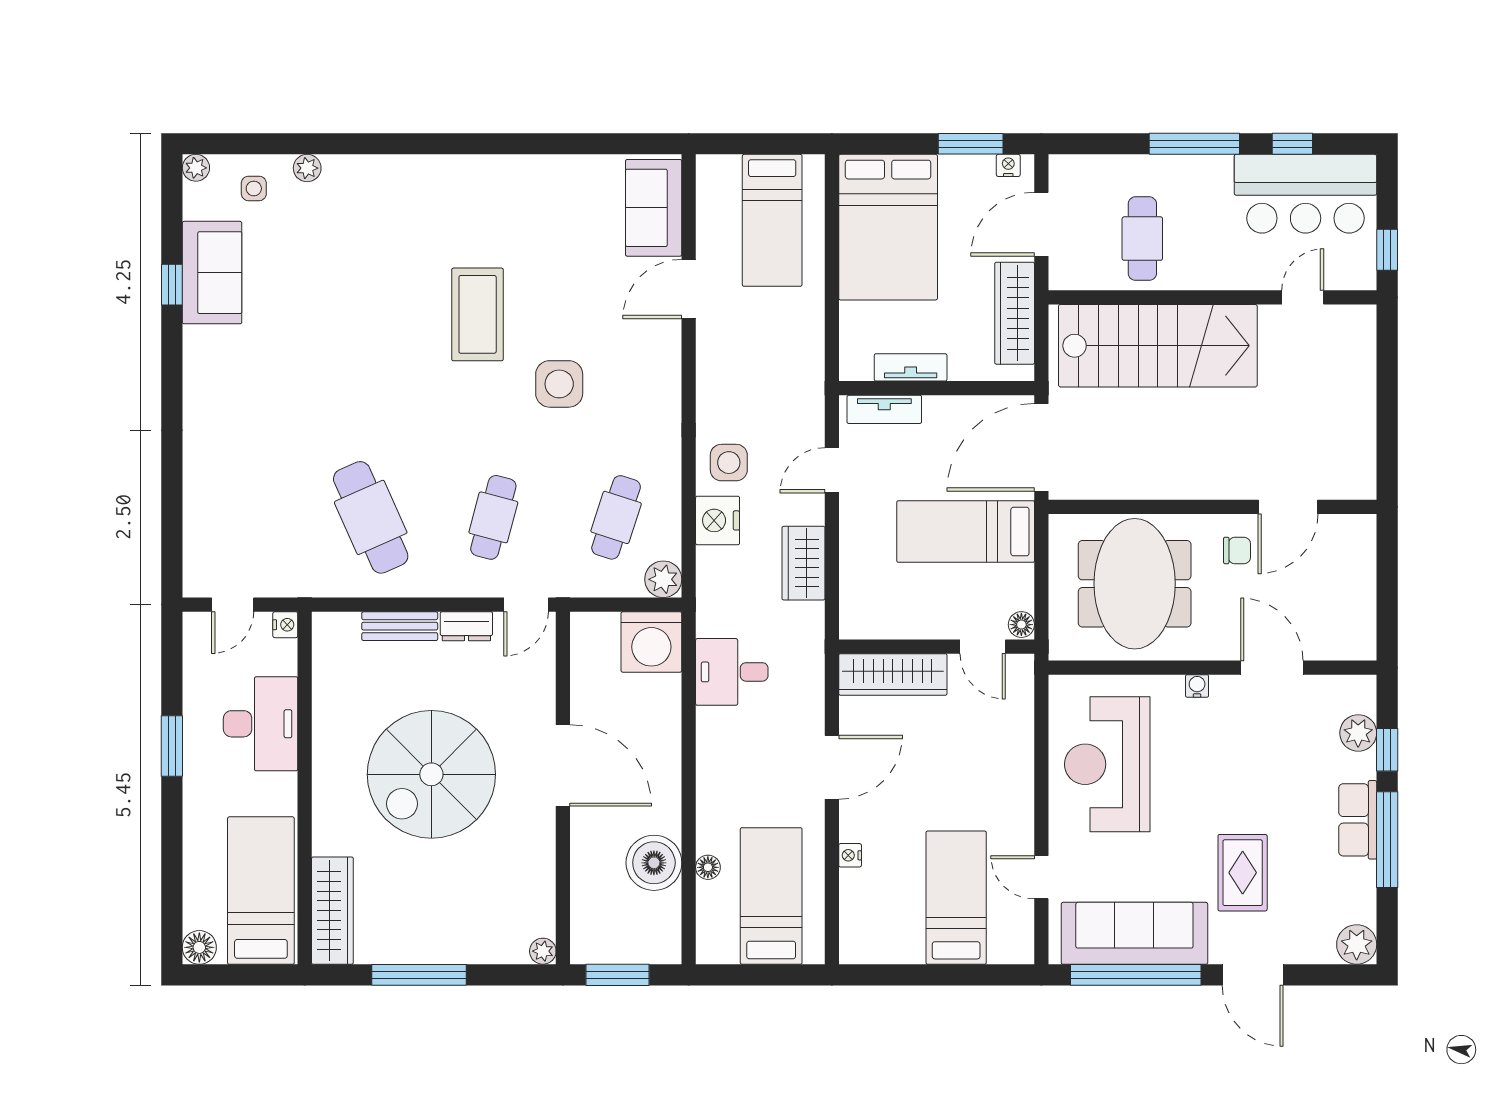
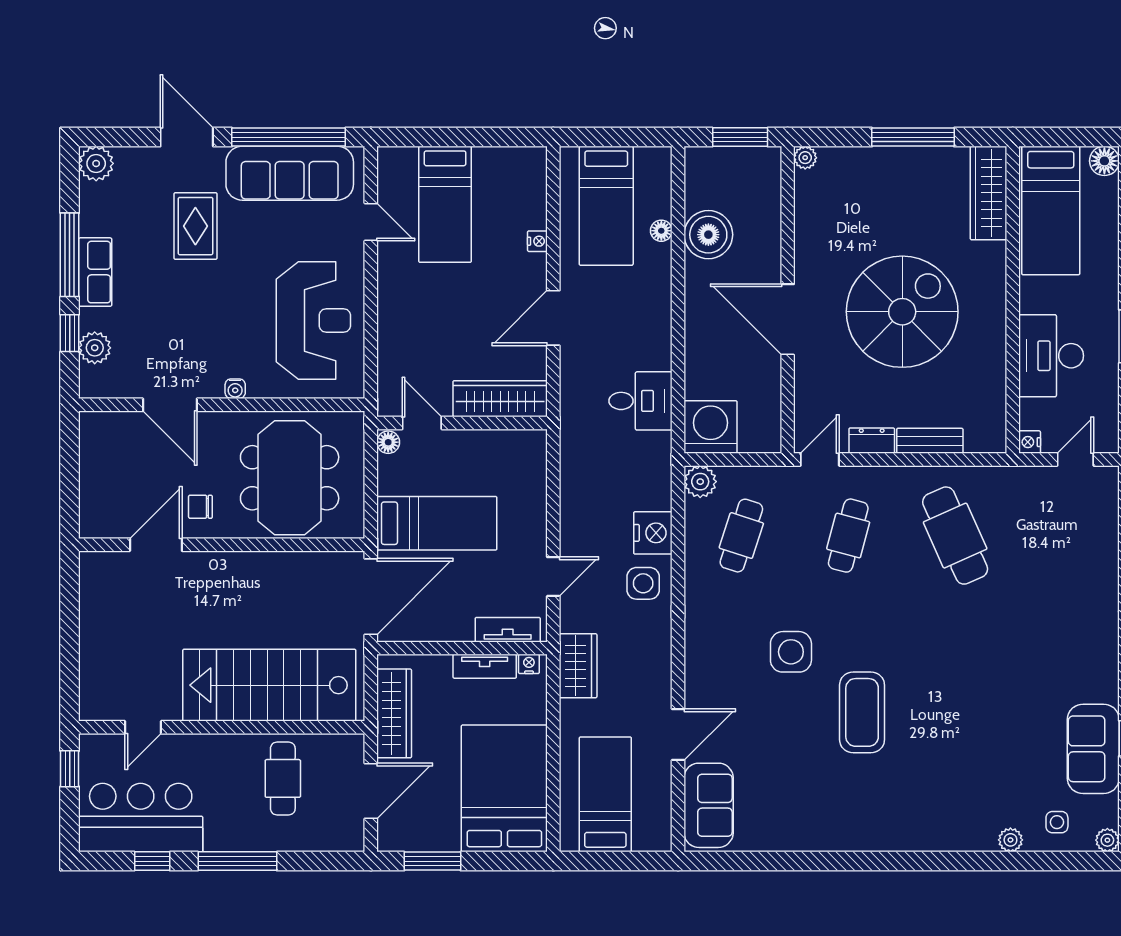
nightstand: (1008, 165) -> (529, 664), moved, turned 180
wardrobe: (803, 563) -> (578, 666), moved

